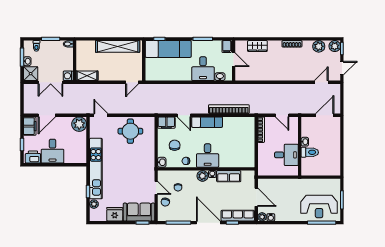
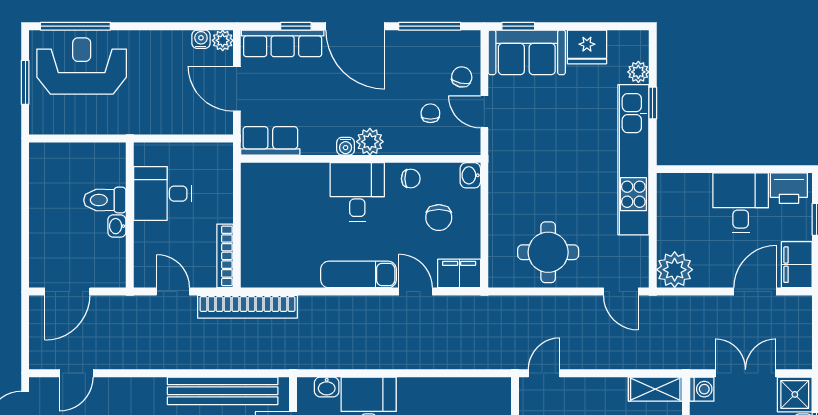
bench: (262, 75) -> (223, 391), added
bookcase: (229, 109) -> (247, 307), moved
row of seats: (229, 176) -> (270, 141), moved

